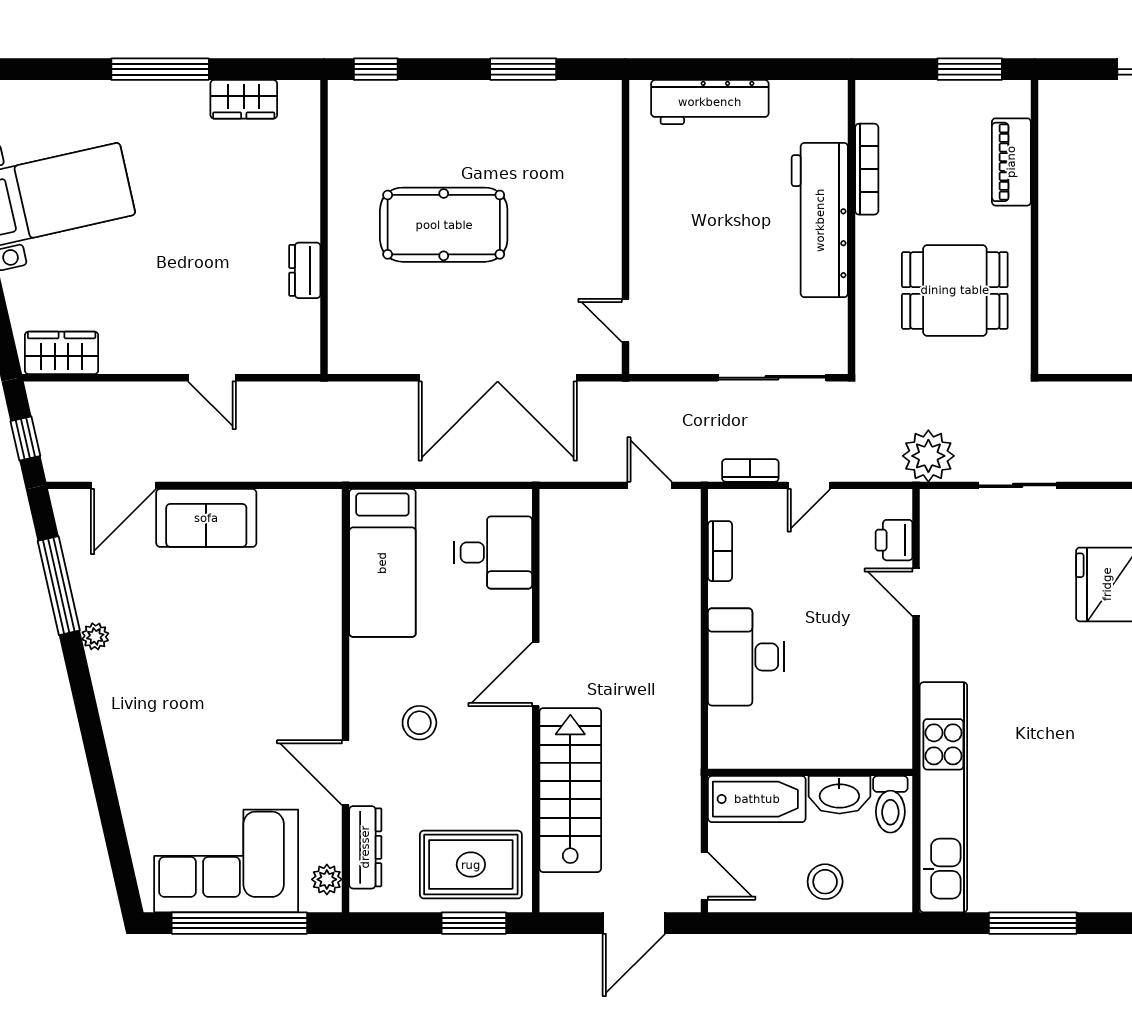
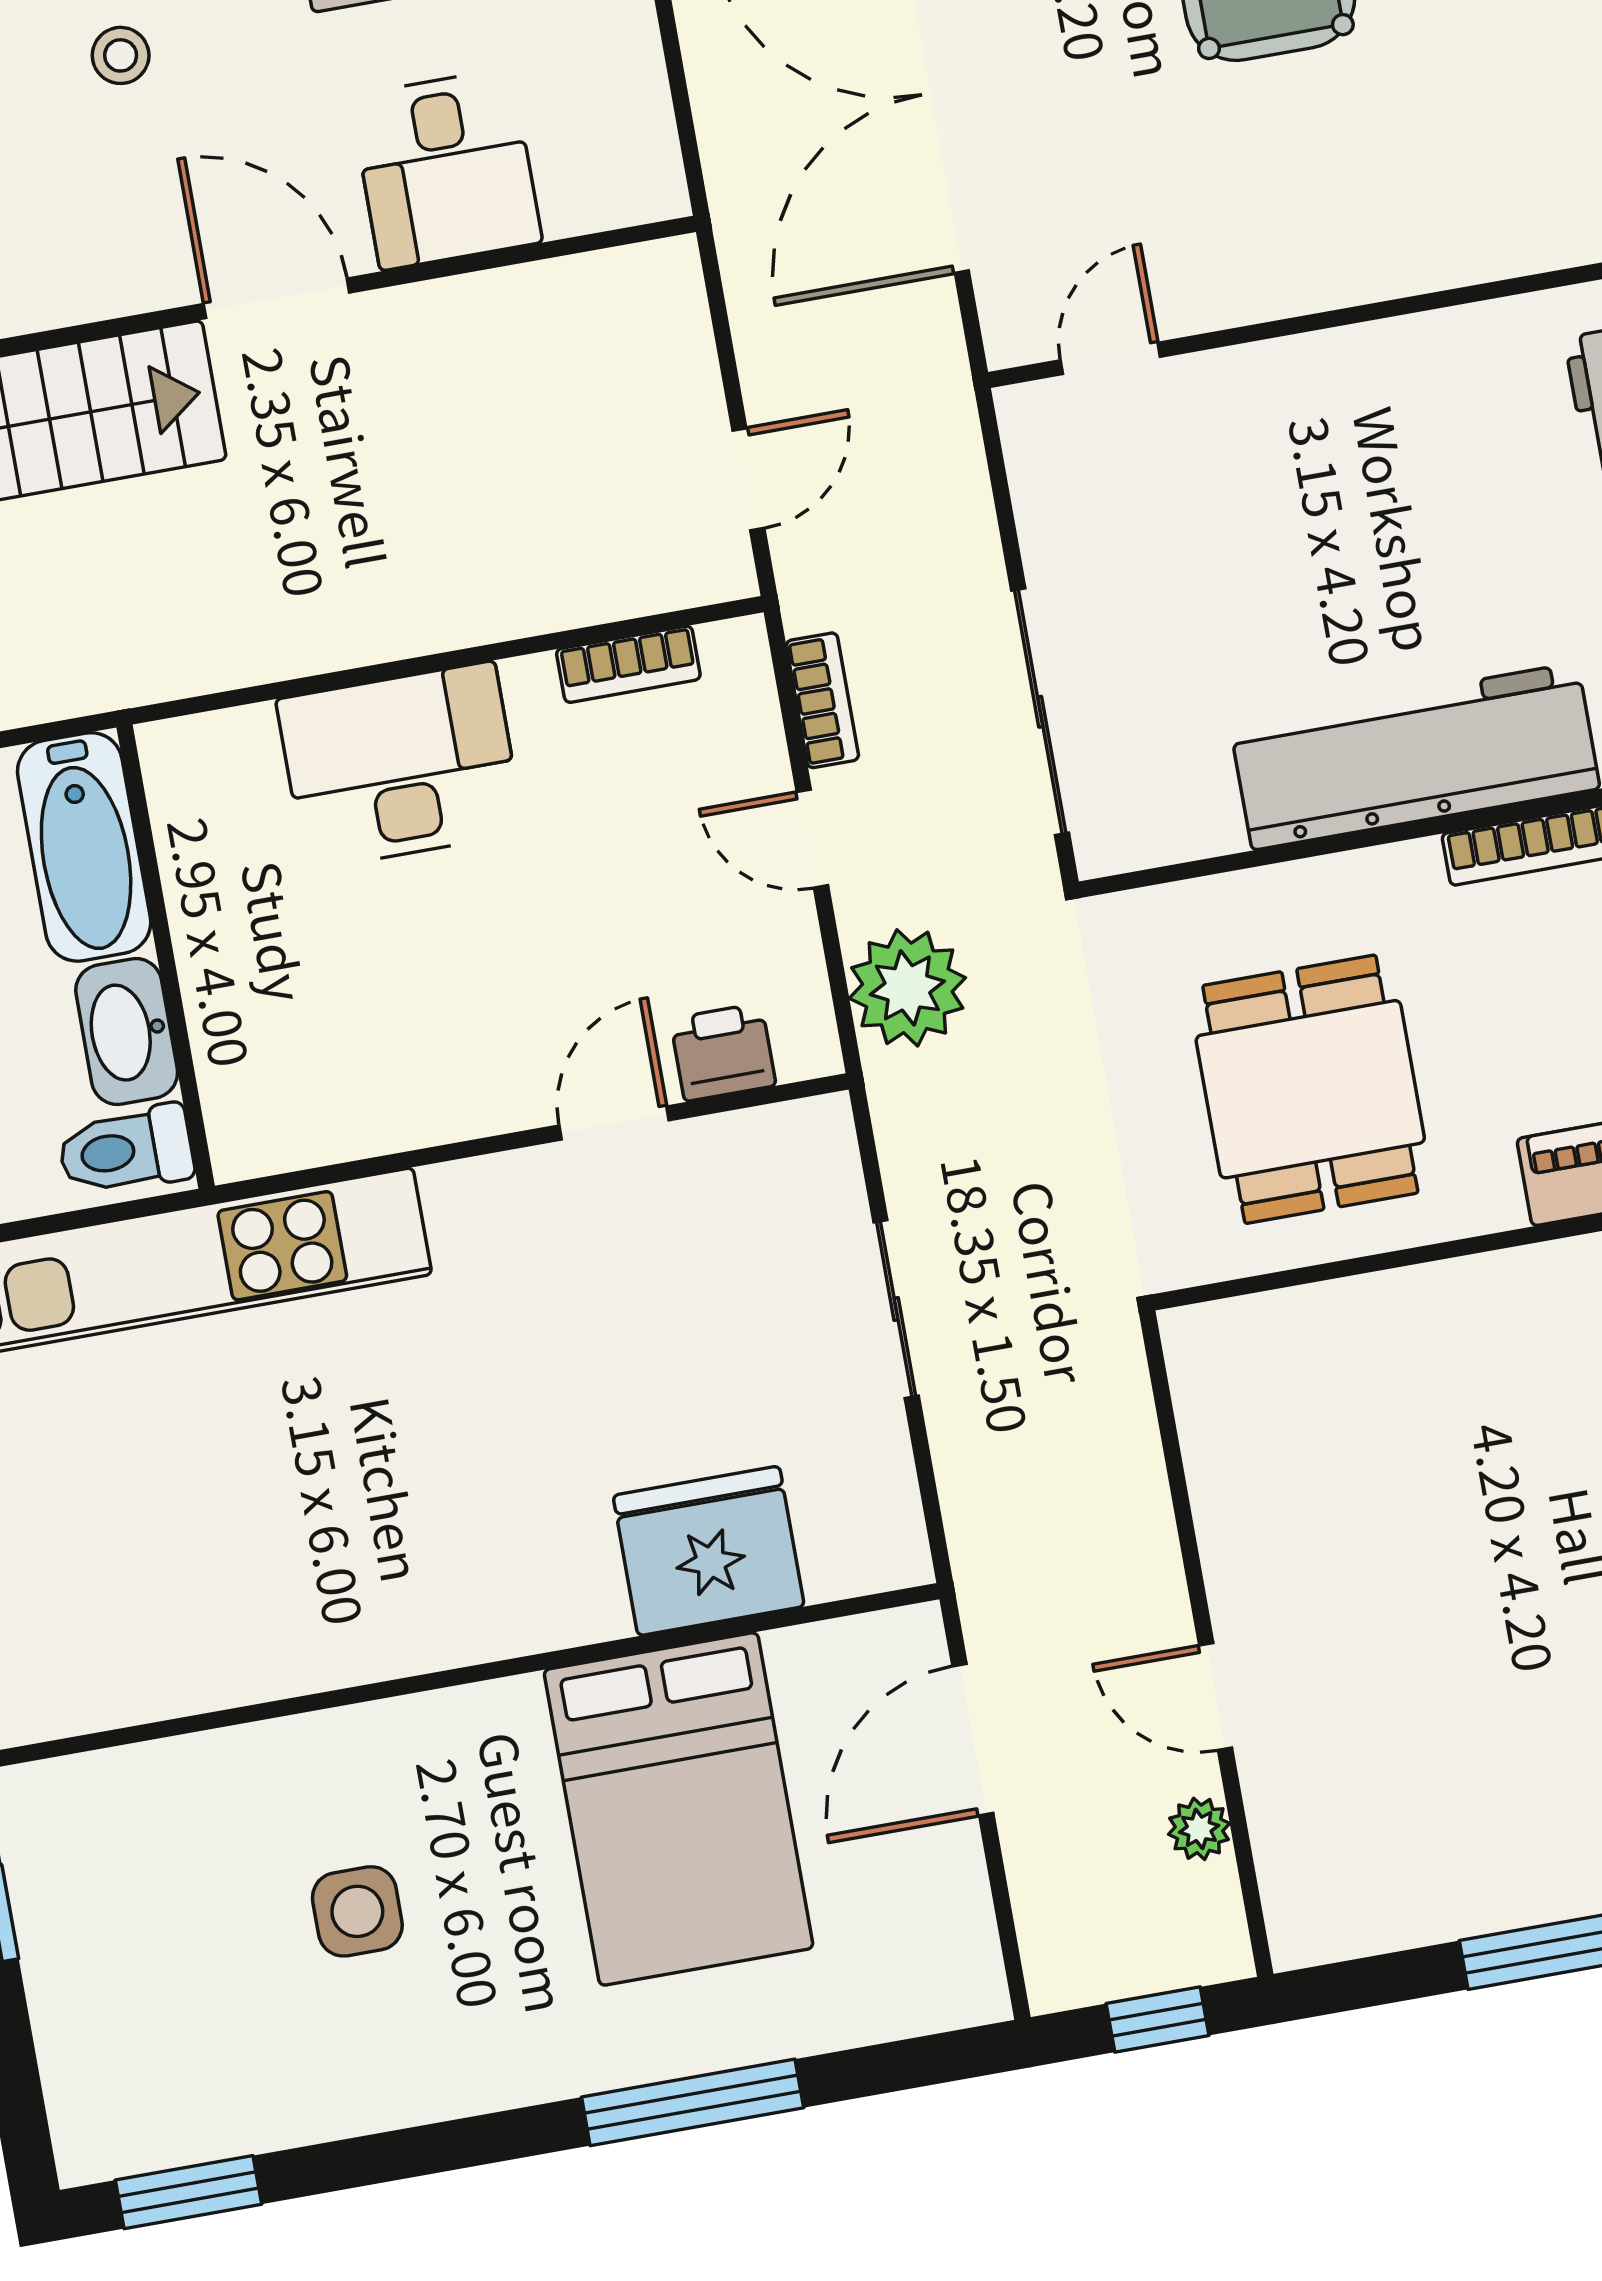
plant: (928, 456) -> (907, 988), moved
desk: (493, 552) -> (446, 169), moved
stool: (419, 723) -> (121, 55), width x0.73, depth x0.73

